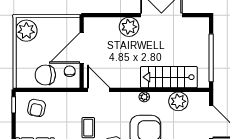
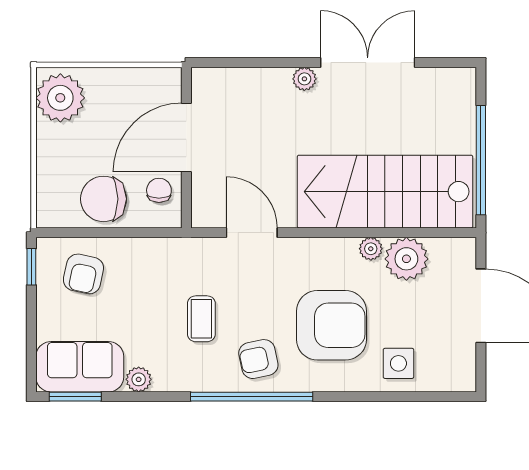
plant: (129, 27) -> (304, 79), width x0.53, depth x0.53
stairs: (169, 77) -> (385, 192), width x1.36, depth x1.51
door: (99, 90) -> (252, 233), moved
plant: (144, 97) -> (371, 249), moved

